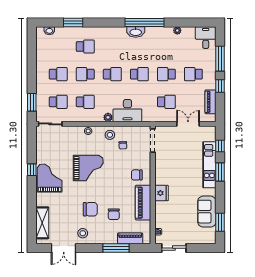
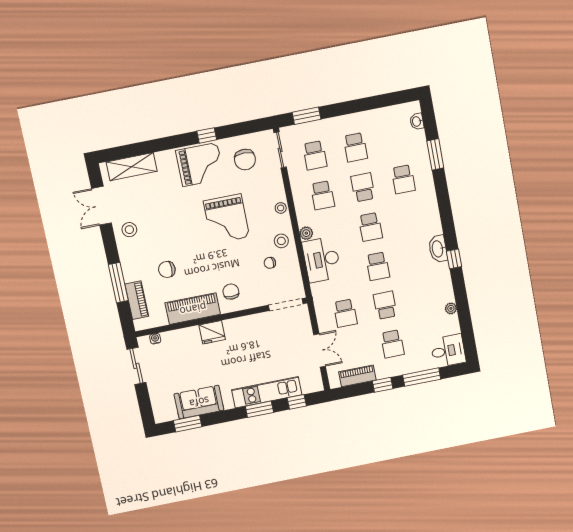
window: (144, 22) -> (454, 259), width x0.32
school desk: (193, 74) -> (392, 344), turned 180
chair: (90, 209) -> (245, 160), moved

